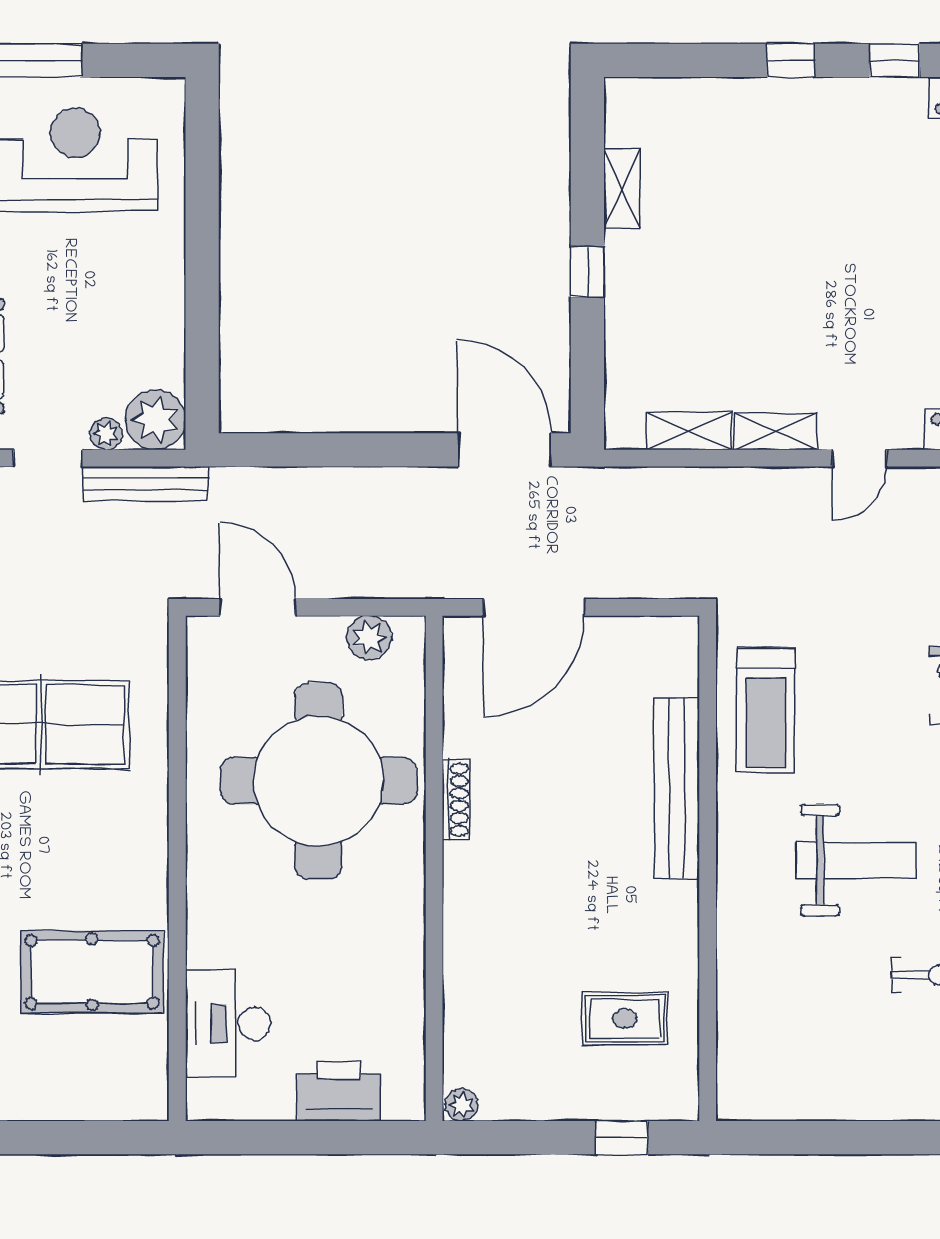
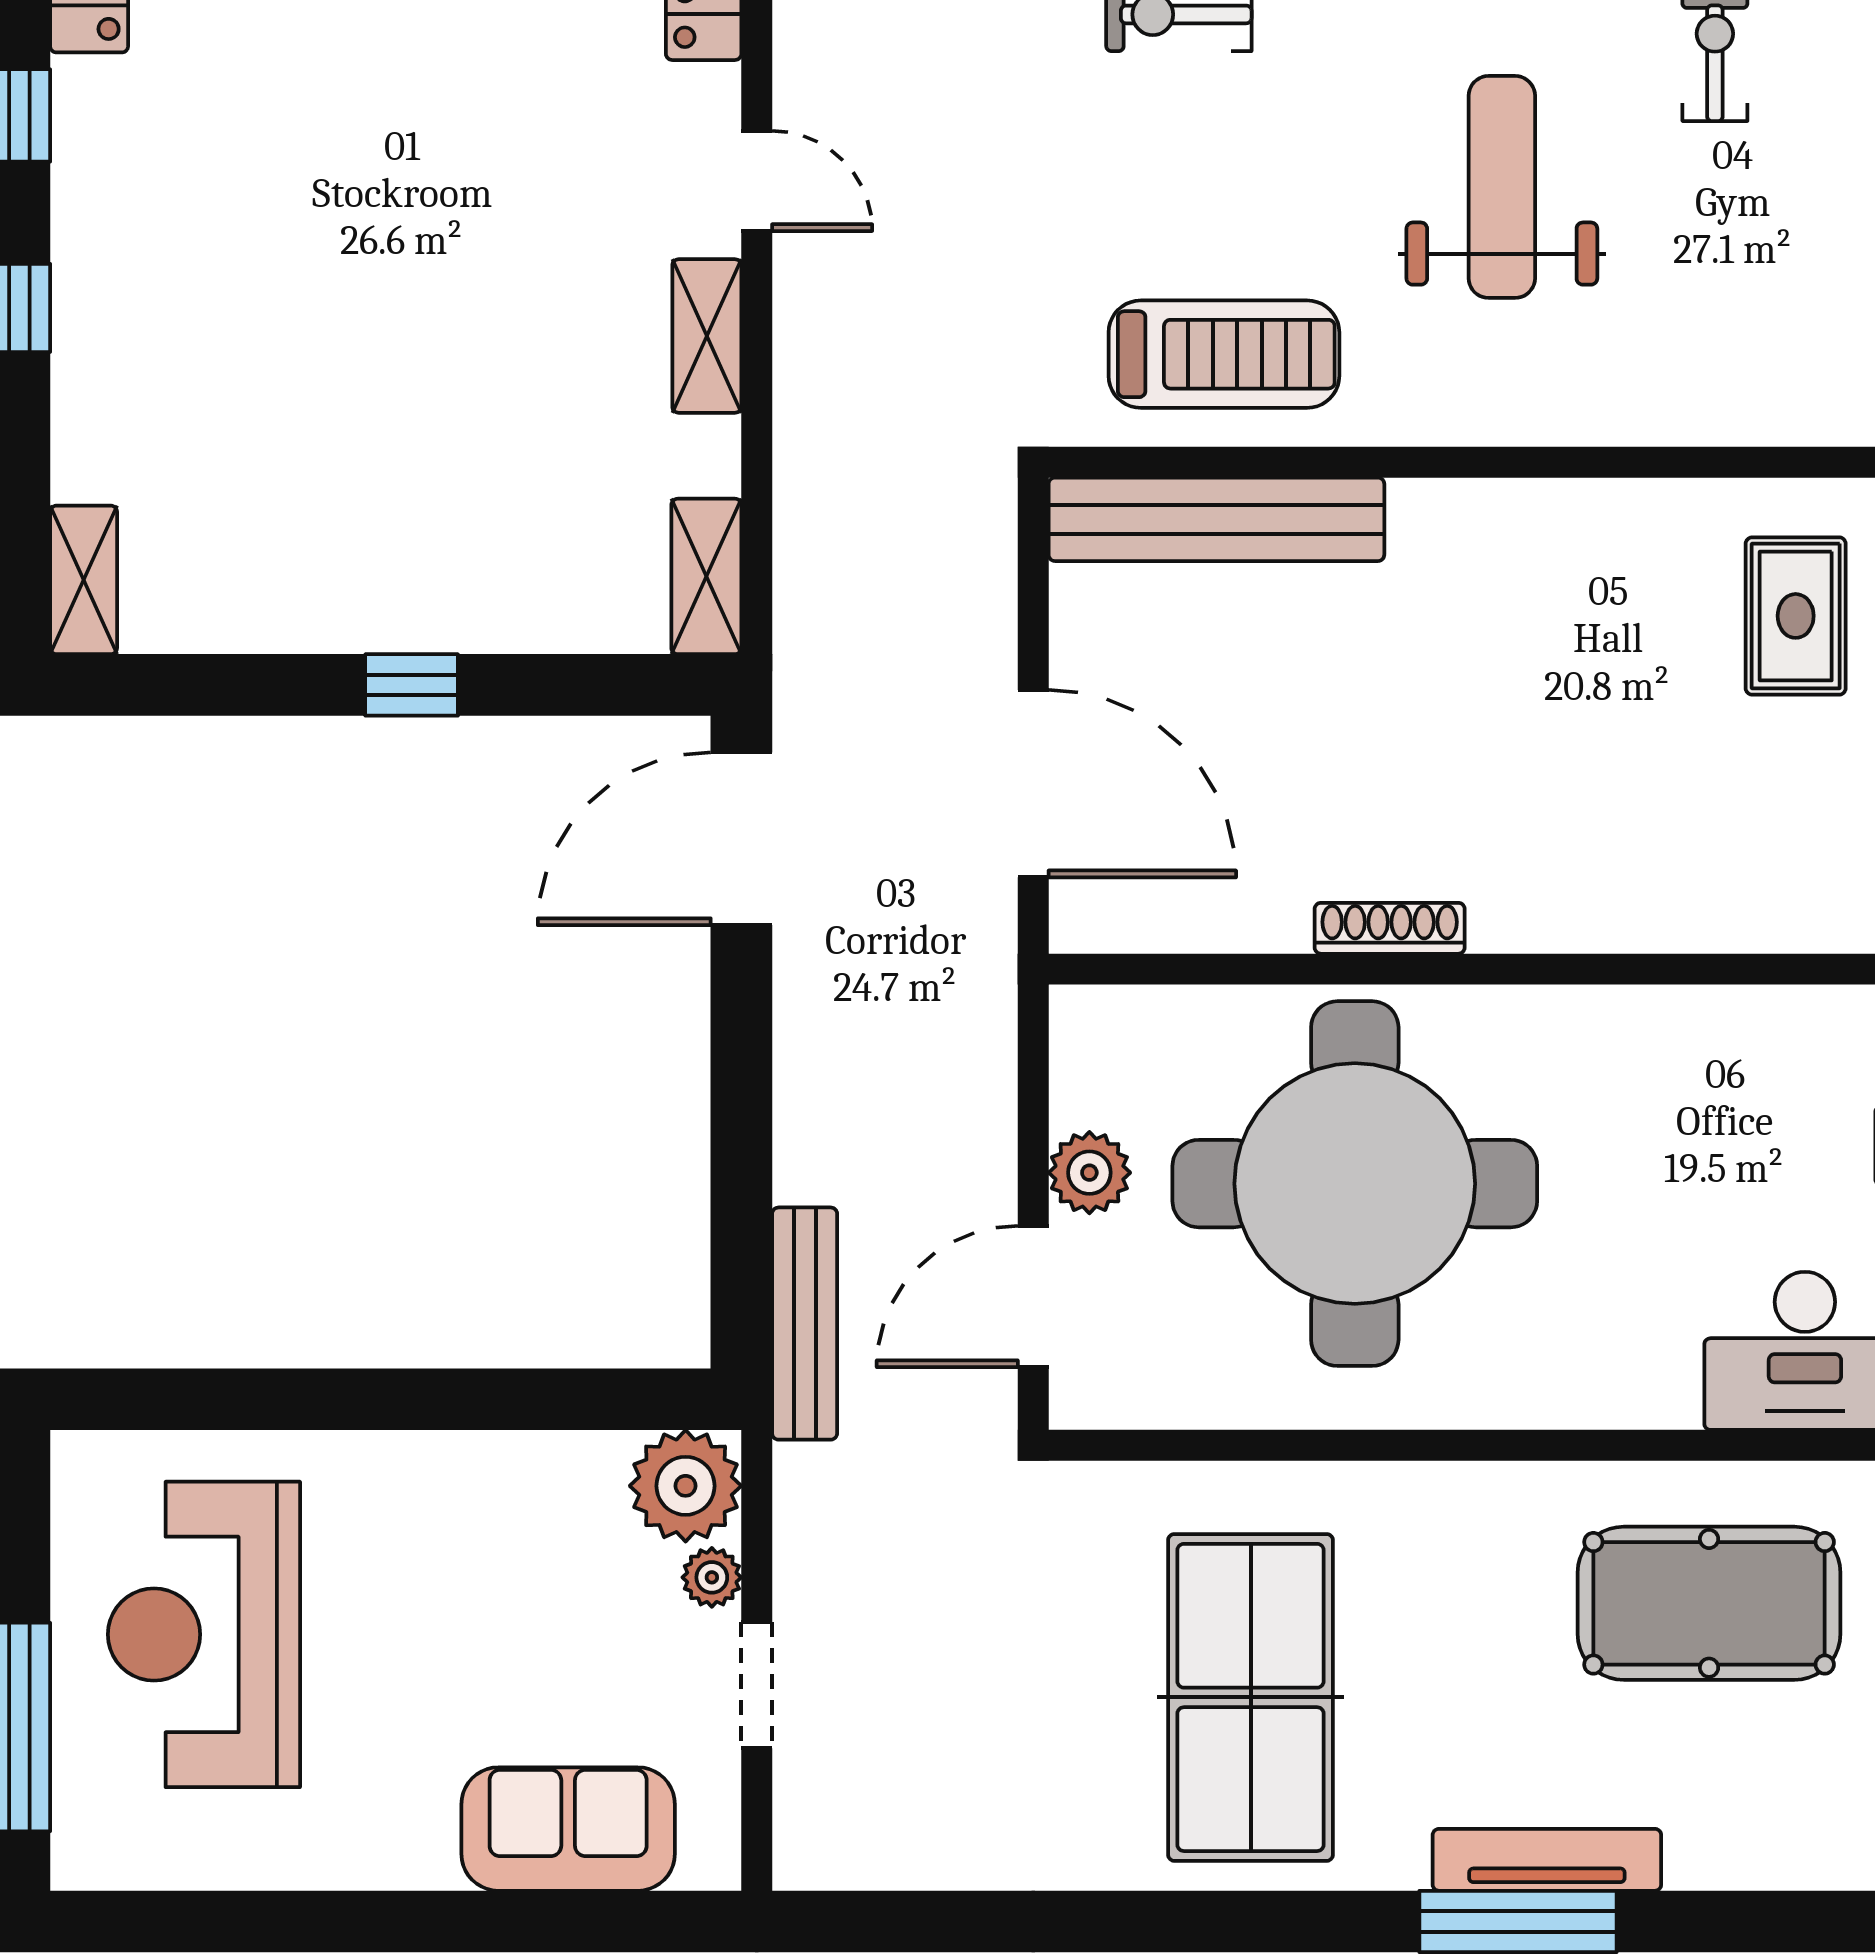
shelving: (622, 189) -> (84, 580), moved, turned 90
shelving: (689, 431) -> (706, 576), moved
bench: (145, 484) -> (805, 1324), moved
plant: (369, 638) -> (1089, 1173), moved
bench: (677, 789) -> (1216, 519), moved
pool table: (92, 972) -> (1709, 1603), turned 90

